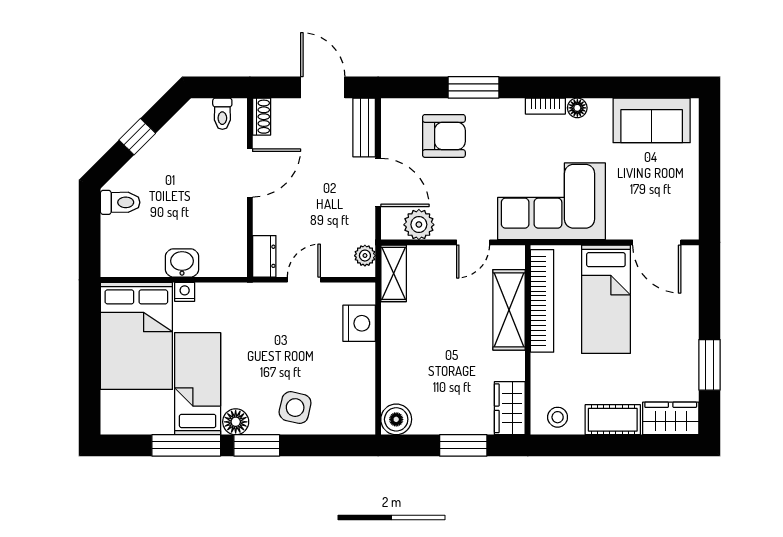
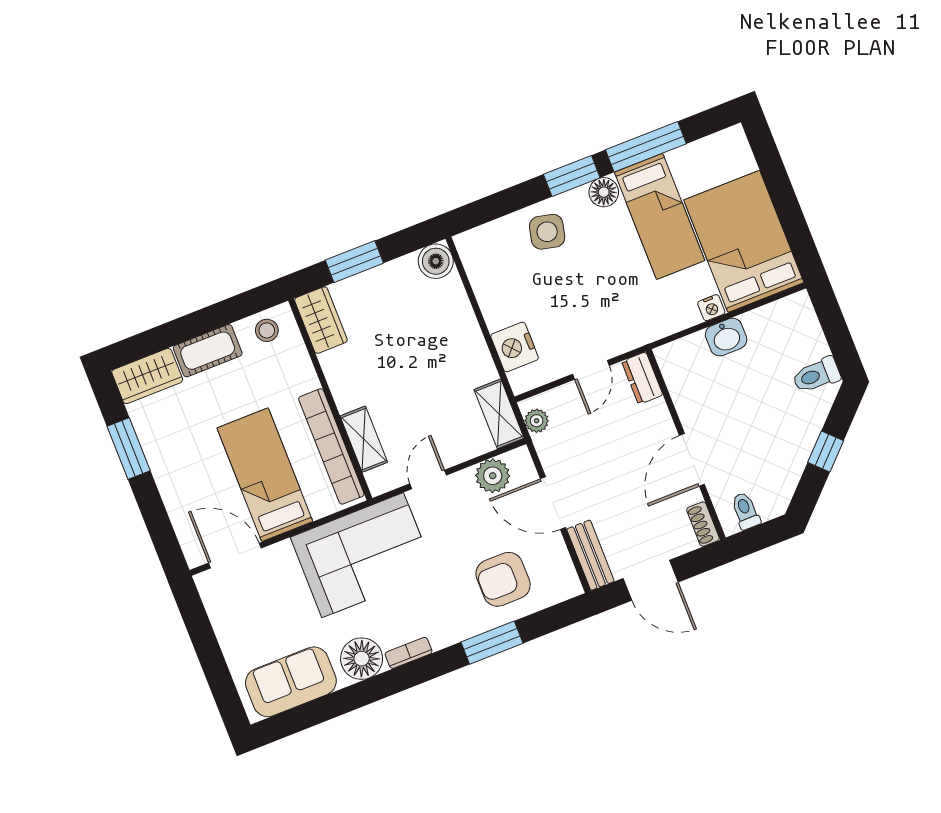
floor lamp: (577, 108) -> (362, 659), width x1.89, depth x1.89
shelving: (509, 310) -> (364, 439), width x0.67, depth x0.75

